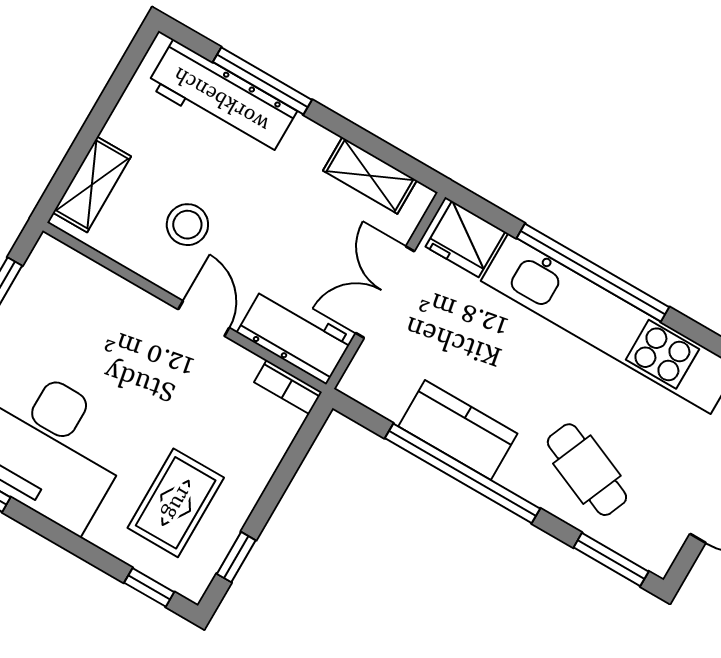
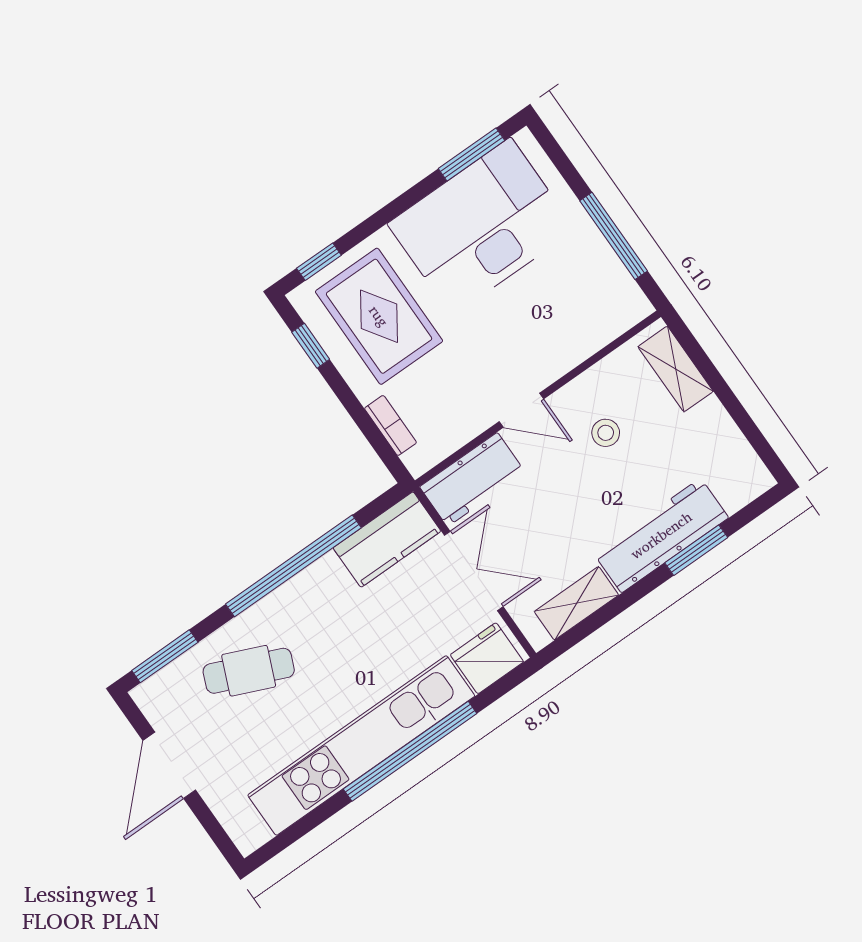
window: (262, 81) -> (696, 550), width x0.69
workbench: (222, 98) -> (661, 535), moved
stool: (187, 225) -> (606, 433), width x0.73, depth x0.73
bookcase: (288, 387) -> (390, 425), moved, turned 90
kitchen counter: (458, 430) -> (387, 539), moved
rug: (176, 503) -> (379, 316), width x1.36, depth x1.43

